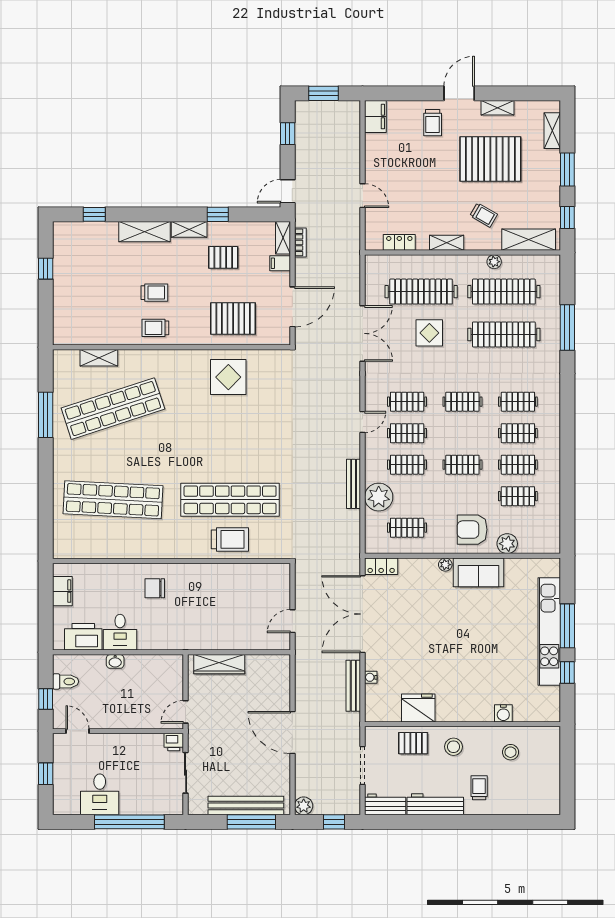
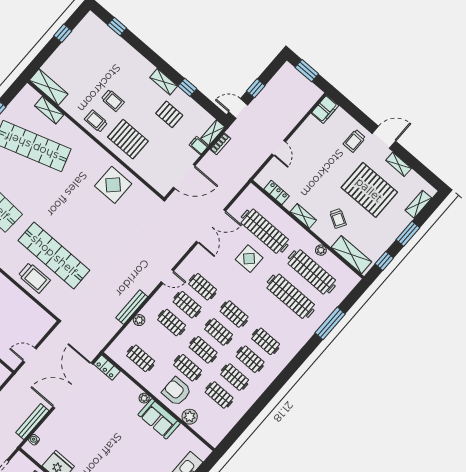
window: (288, 134) -> (256, 88), moved
shelving: (144, 232) -> (49, 87), moved
pallet: (233, 318) -> (128, 139), moved
clothes rail: (462, 433) -> (219, 332), added
clothes rail: (462, 496) -> (188, 368), added
plant: (379, 497) -> (139, 320), width x0.53, depth x0.53
water cooler: (371, 677) -> (34, 440), moved

